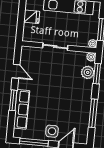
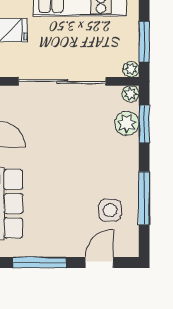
sliding door: (55, 47) -> (62, 81), width x1.86
side table: (52, 131) -> (110, 210), moved

